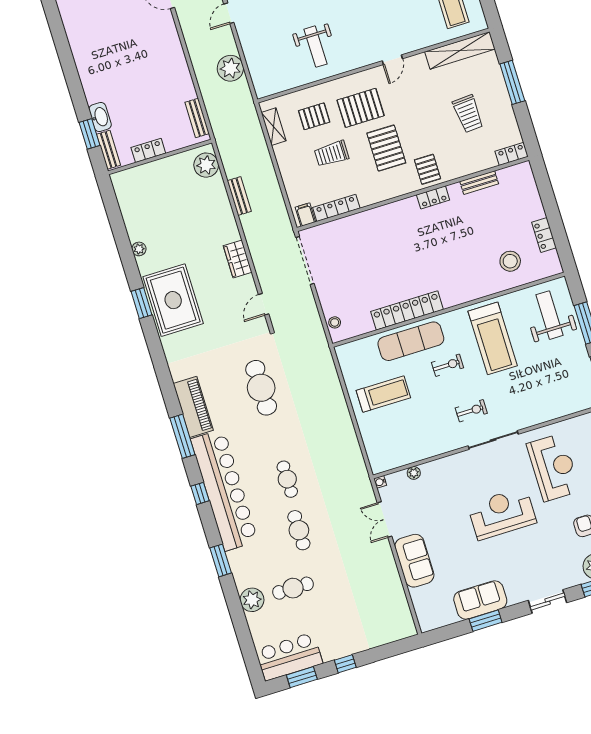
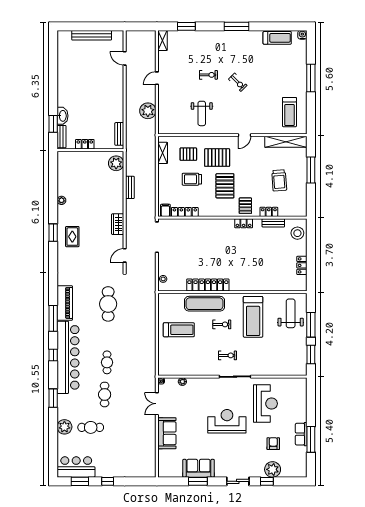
locker: (512, 154) -> (269, 212), moved
stool: (510, 261) -> (297, 233), moved
rug: (173, 300) -> (72, 237), width x0.54, depth x0.49

